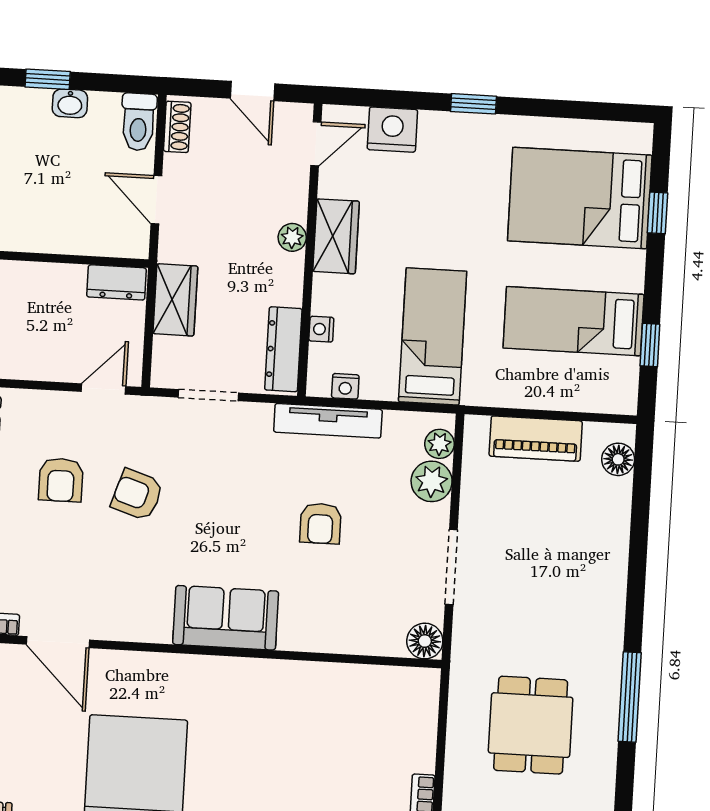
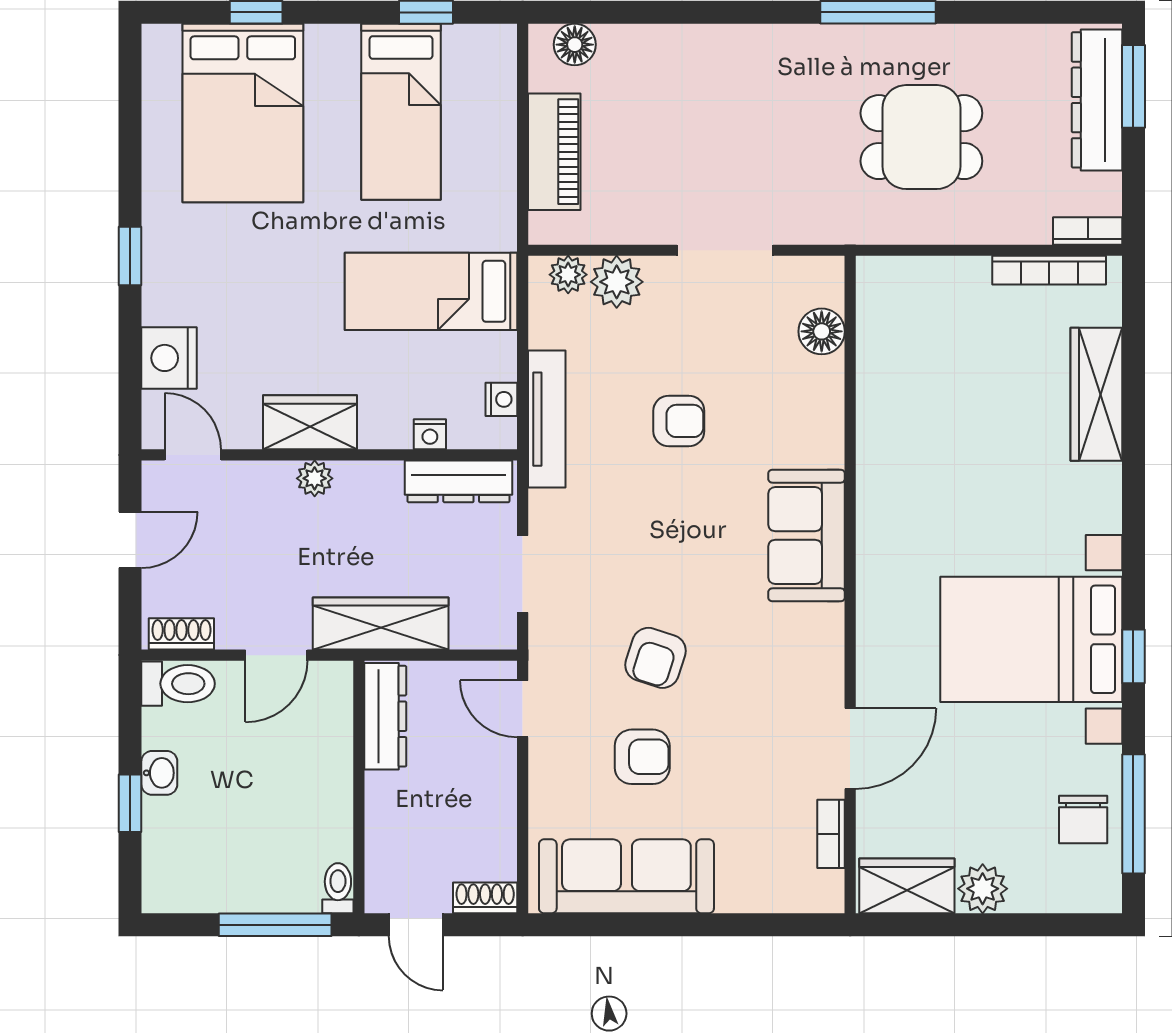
dresser: (117, 282) -> (385, 716), width x1.44
wardrobe: (175, 300) -> (381, 623), width x1.50
floor lamp: (425, 641) -> (822, 331), moved

